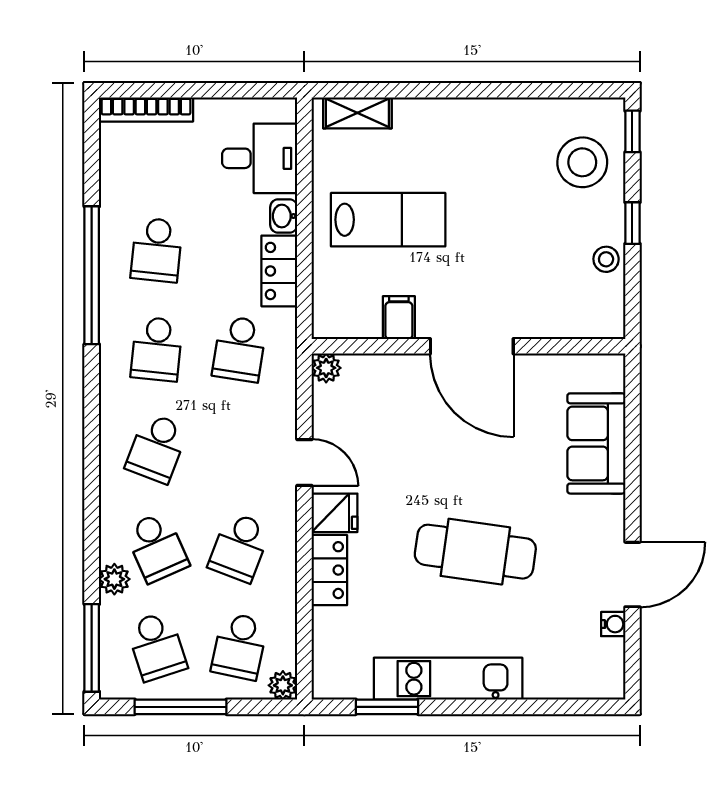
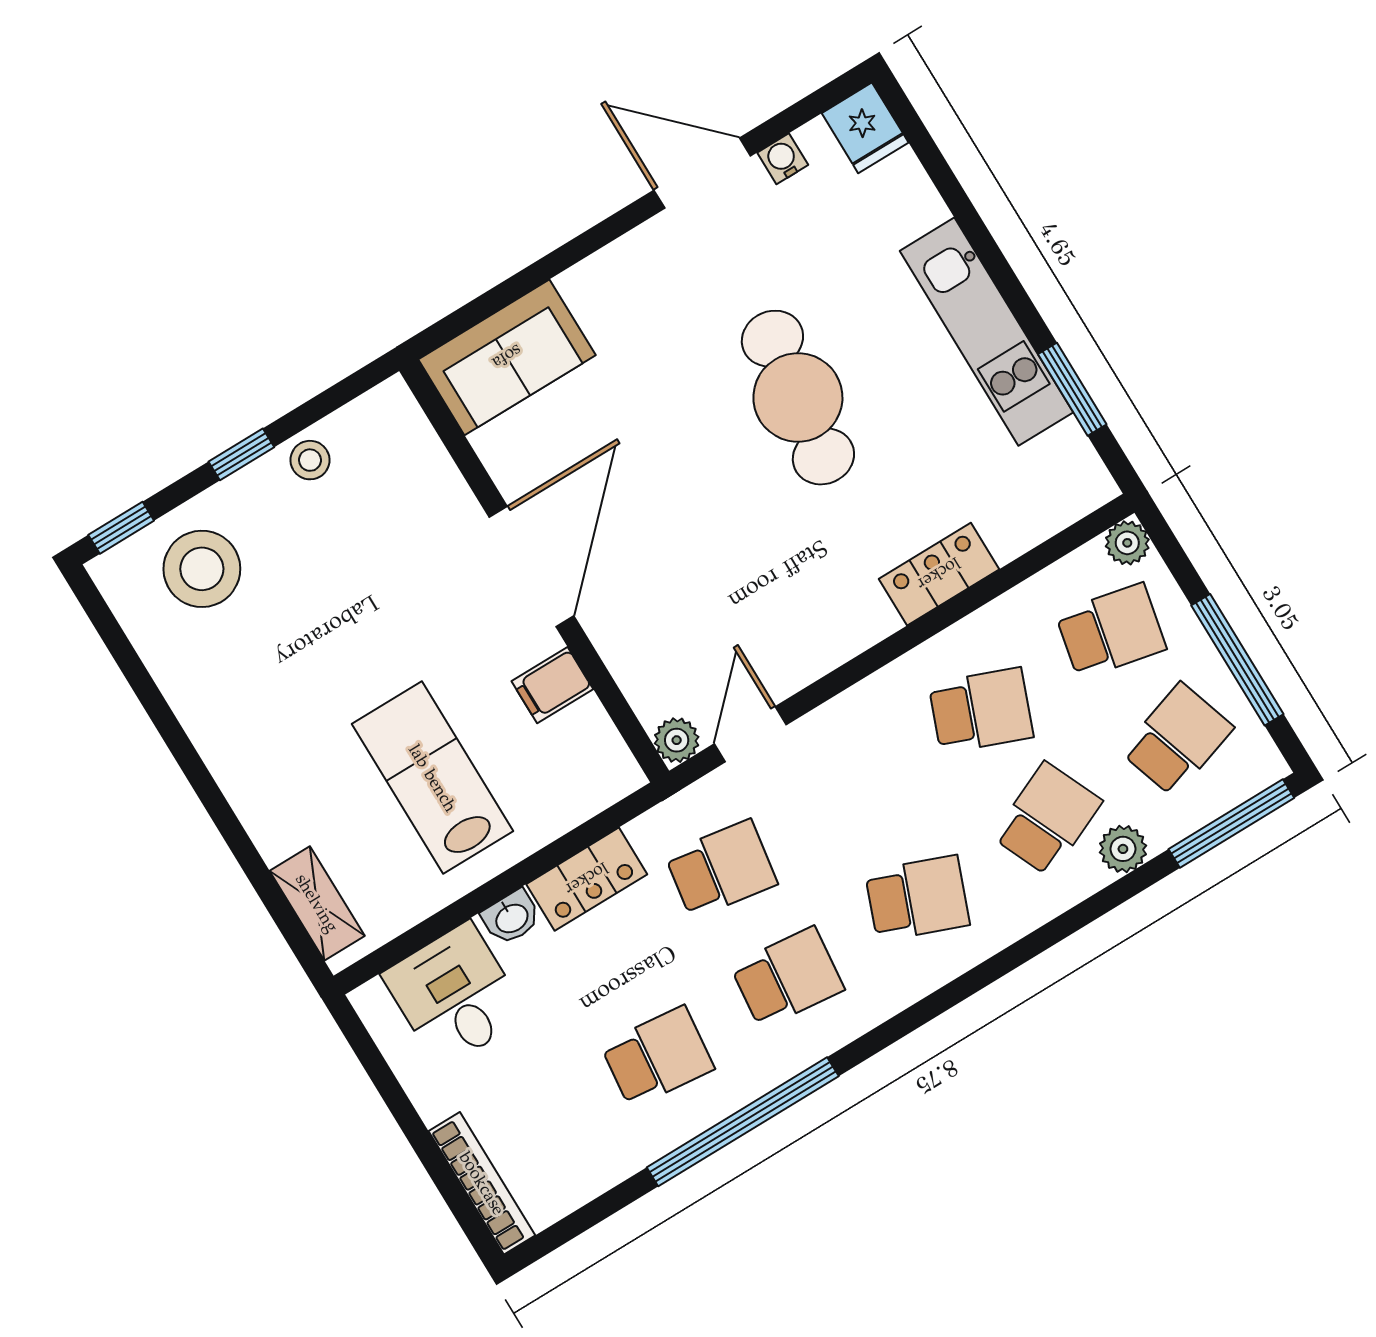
sofa: (596, 443) -> (507, 357), moved
door: (304, 462) -> (750, 734), moved
fridge: (335, 513) -> (865, 128), moved, turned 180

